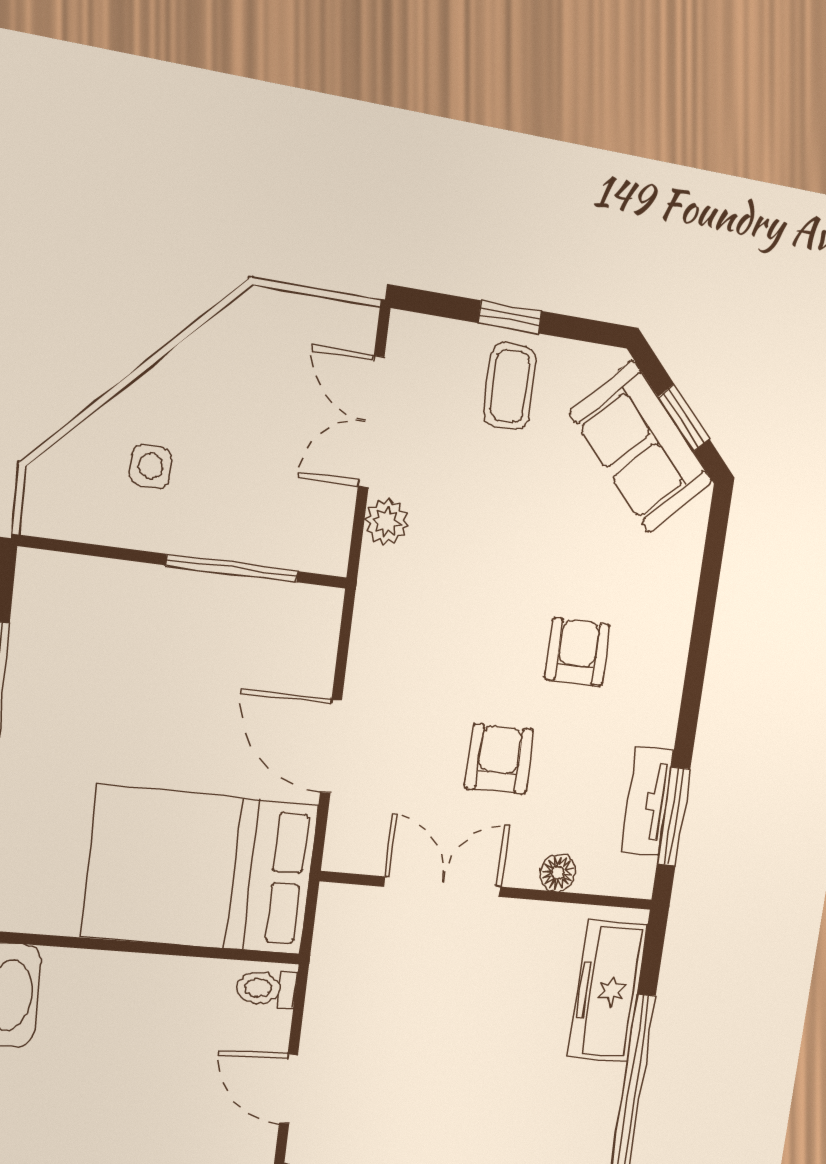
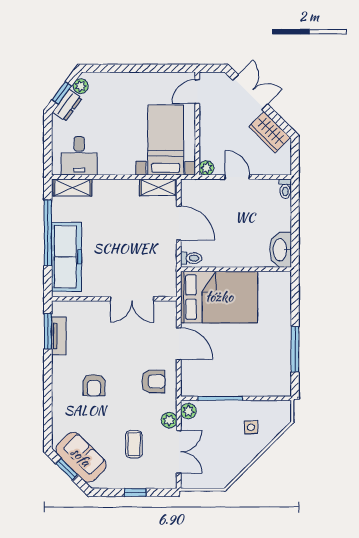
coffee table: (510, 386) -> (134, 444), moved
plant: (329, 542) -> (188, 411), added
armchair: (499, 759) -> (153, 381), moved, turned -90
floor lamp: (558, 873) -> (89, 307), removed
freezer: (608, 991) -> (66, 257), width x1.36, depth x1.26
door: (288, 1089) -> (179, 223), width x1.38

